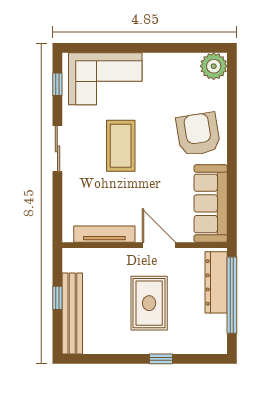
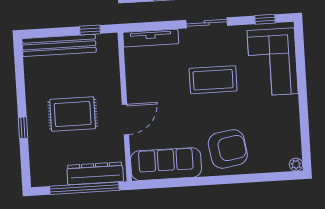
plant: (214, 66) -> (296, 165), width x0.53, depth x0.53
tv unit: (104, 234) -> (151, 38), moved, turned 90
window: (57, 298) -> (90, 30), moved

